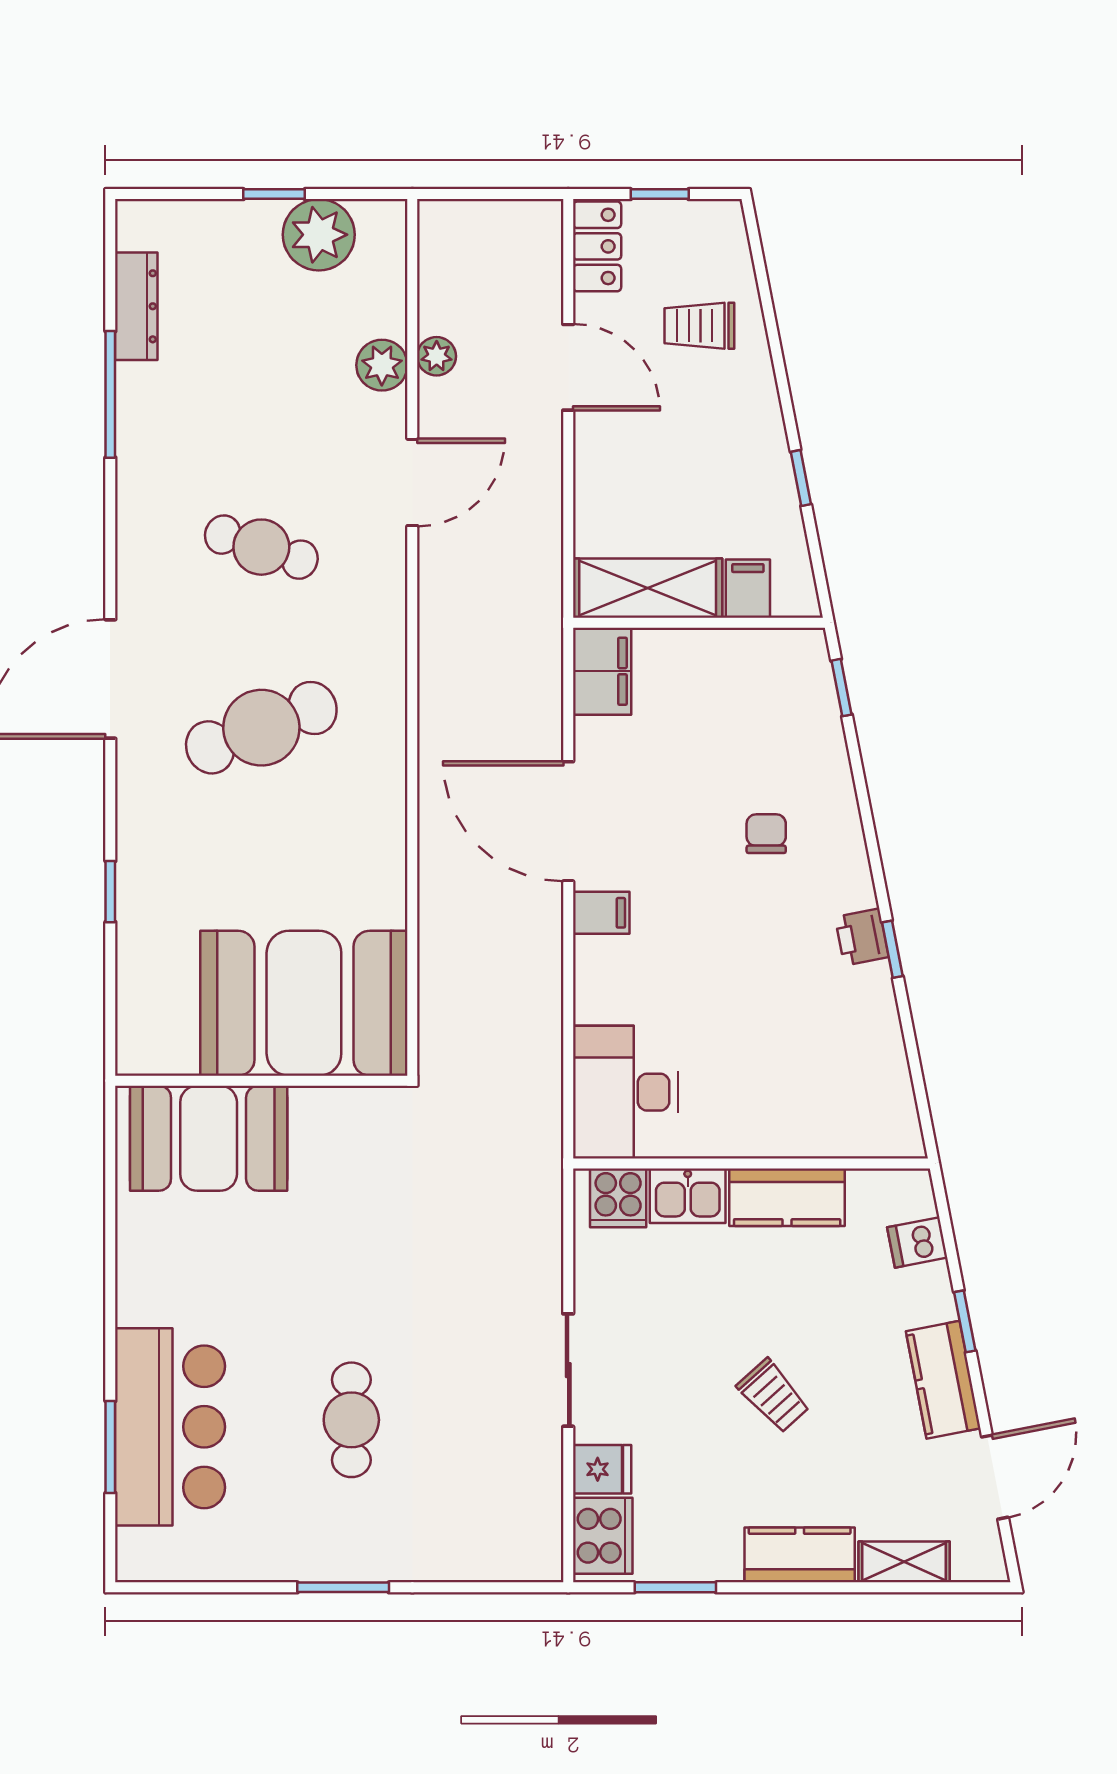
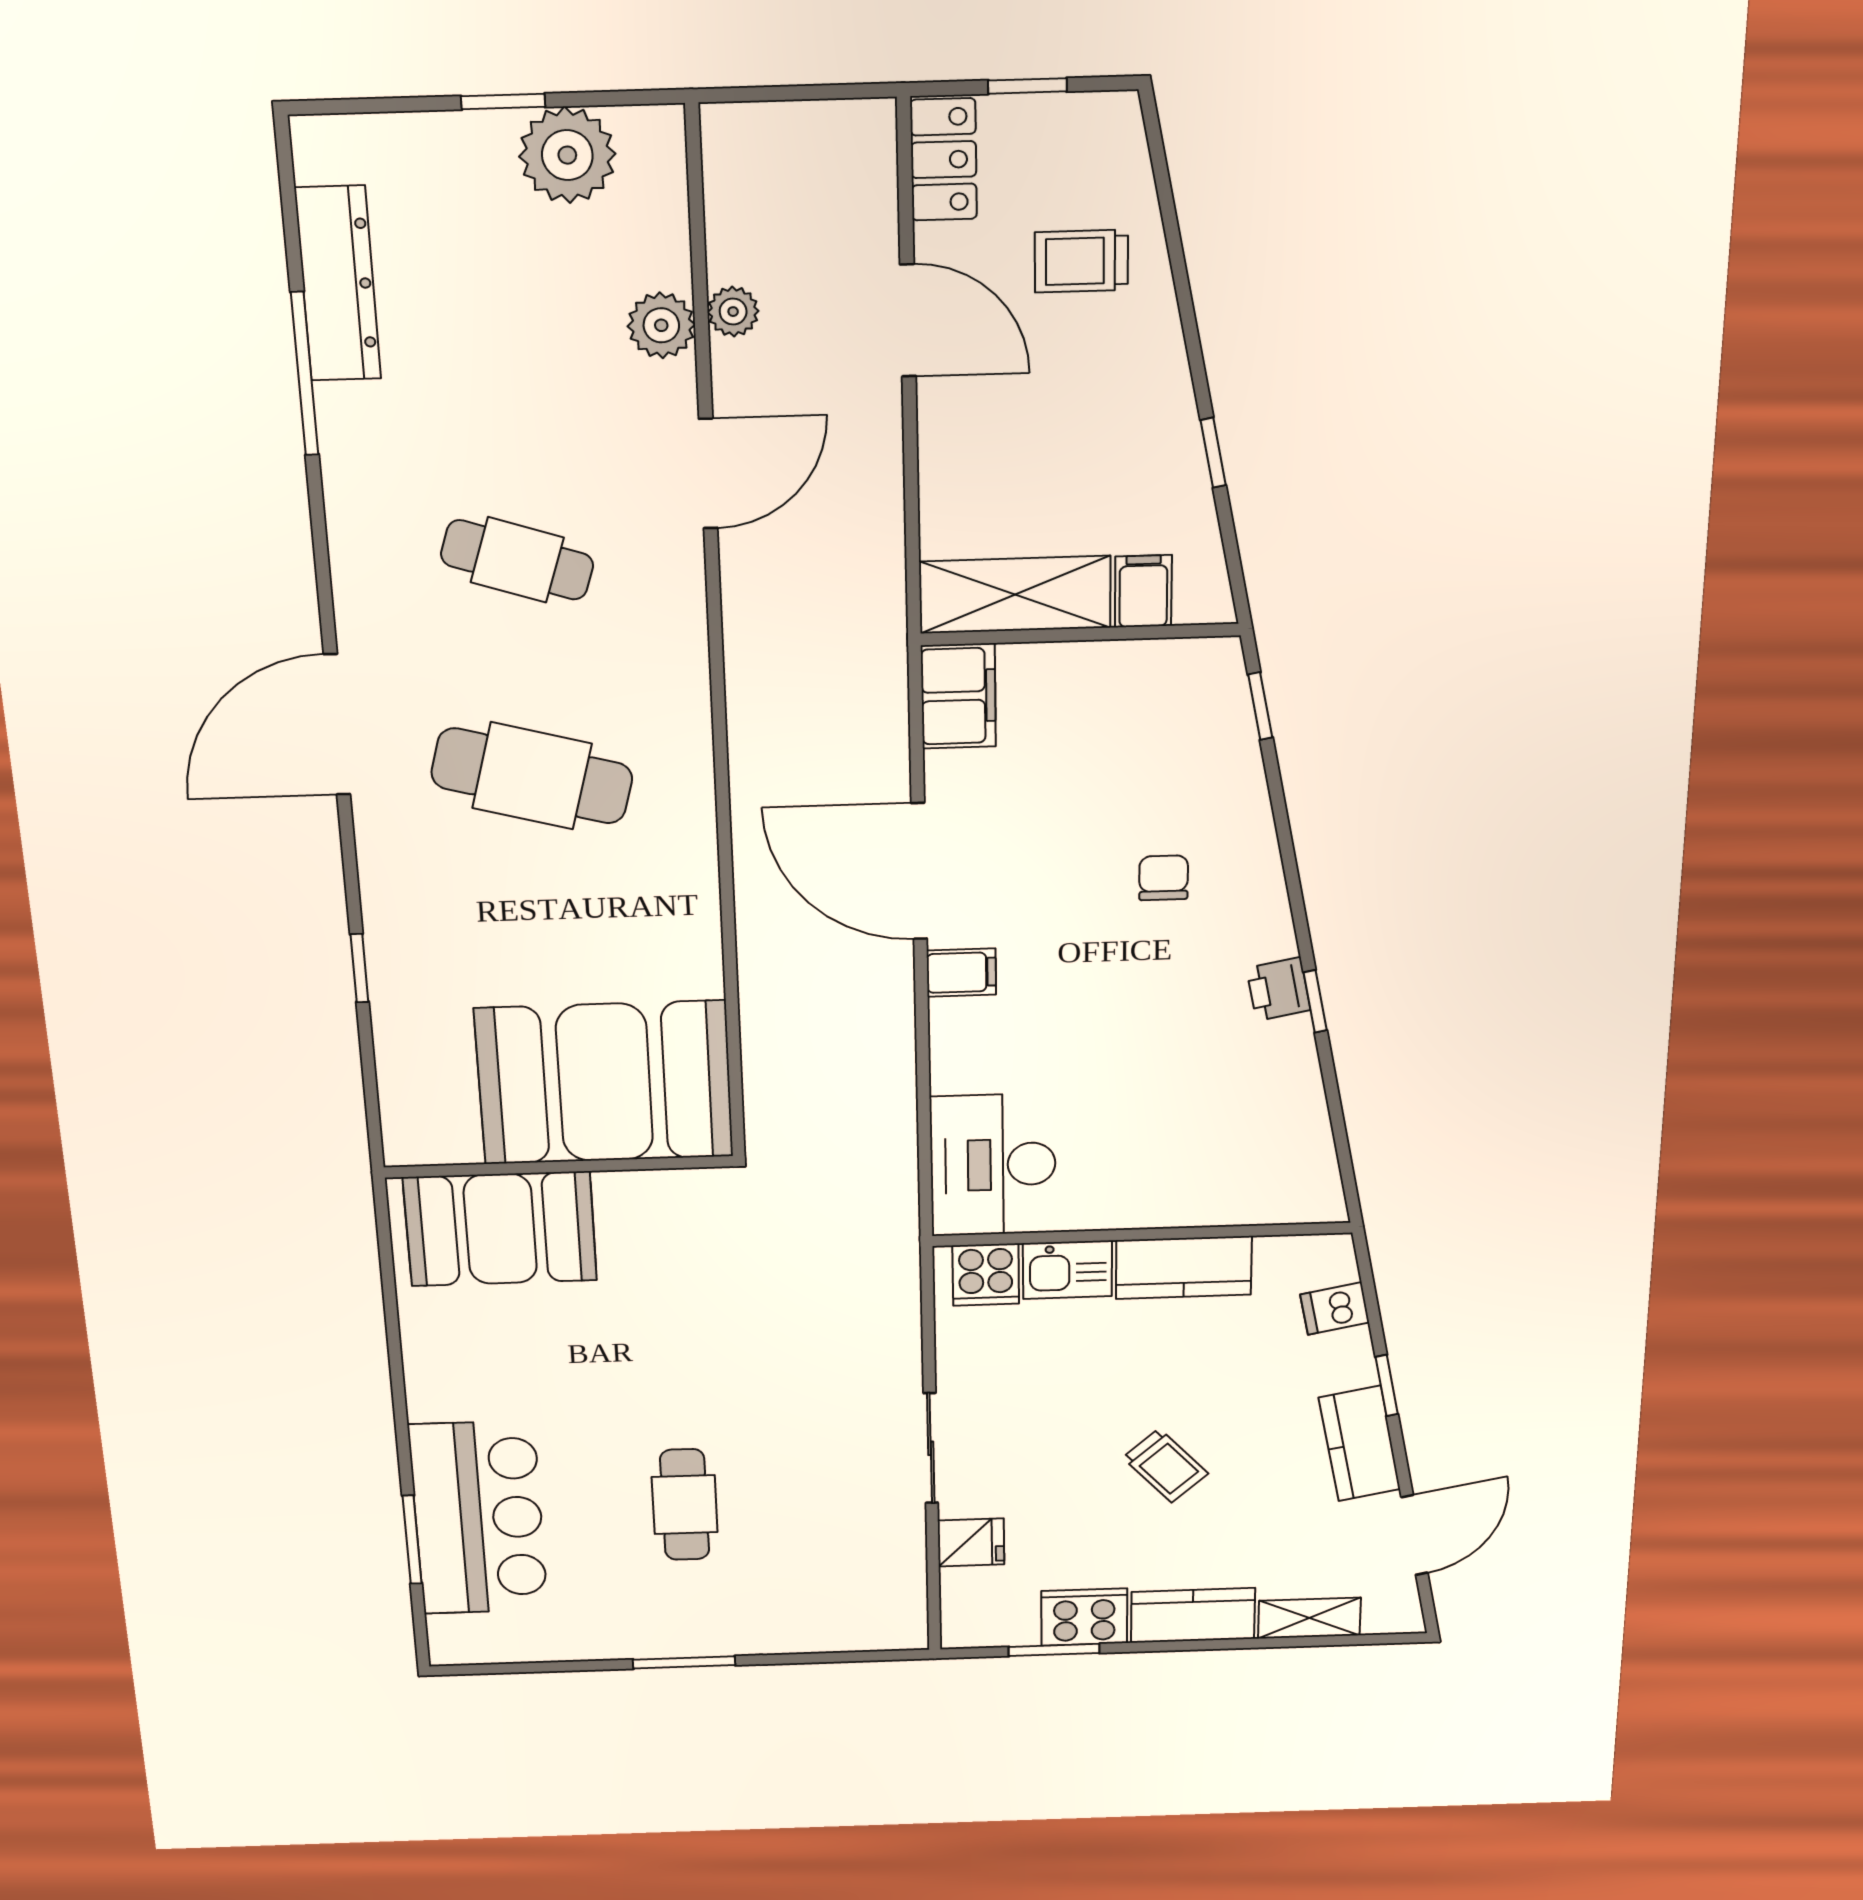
dresser: (136, 306) -> (338, 284), width x1.37, depth x1.24
cafe table: (261, 728) -> (532, 776), turned 36
cooker: (603, 1536) -> (1084, 1617), moved, turned -90

